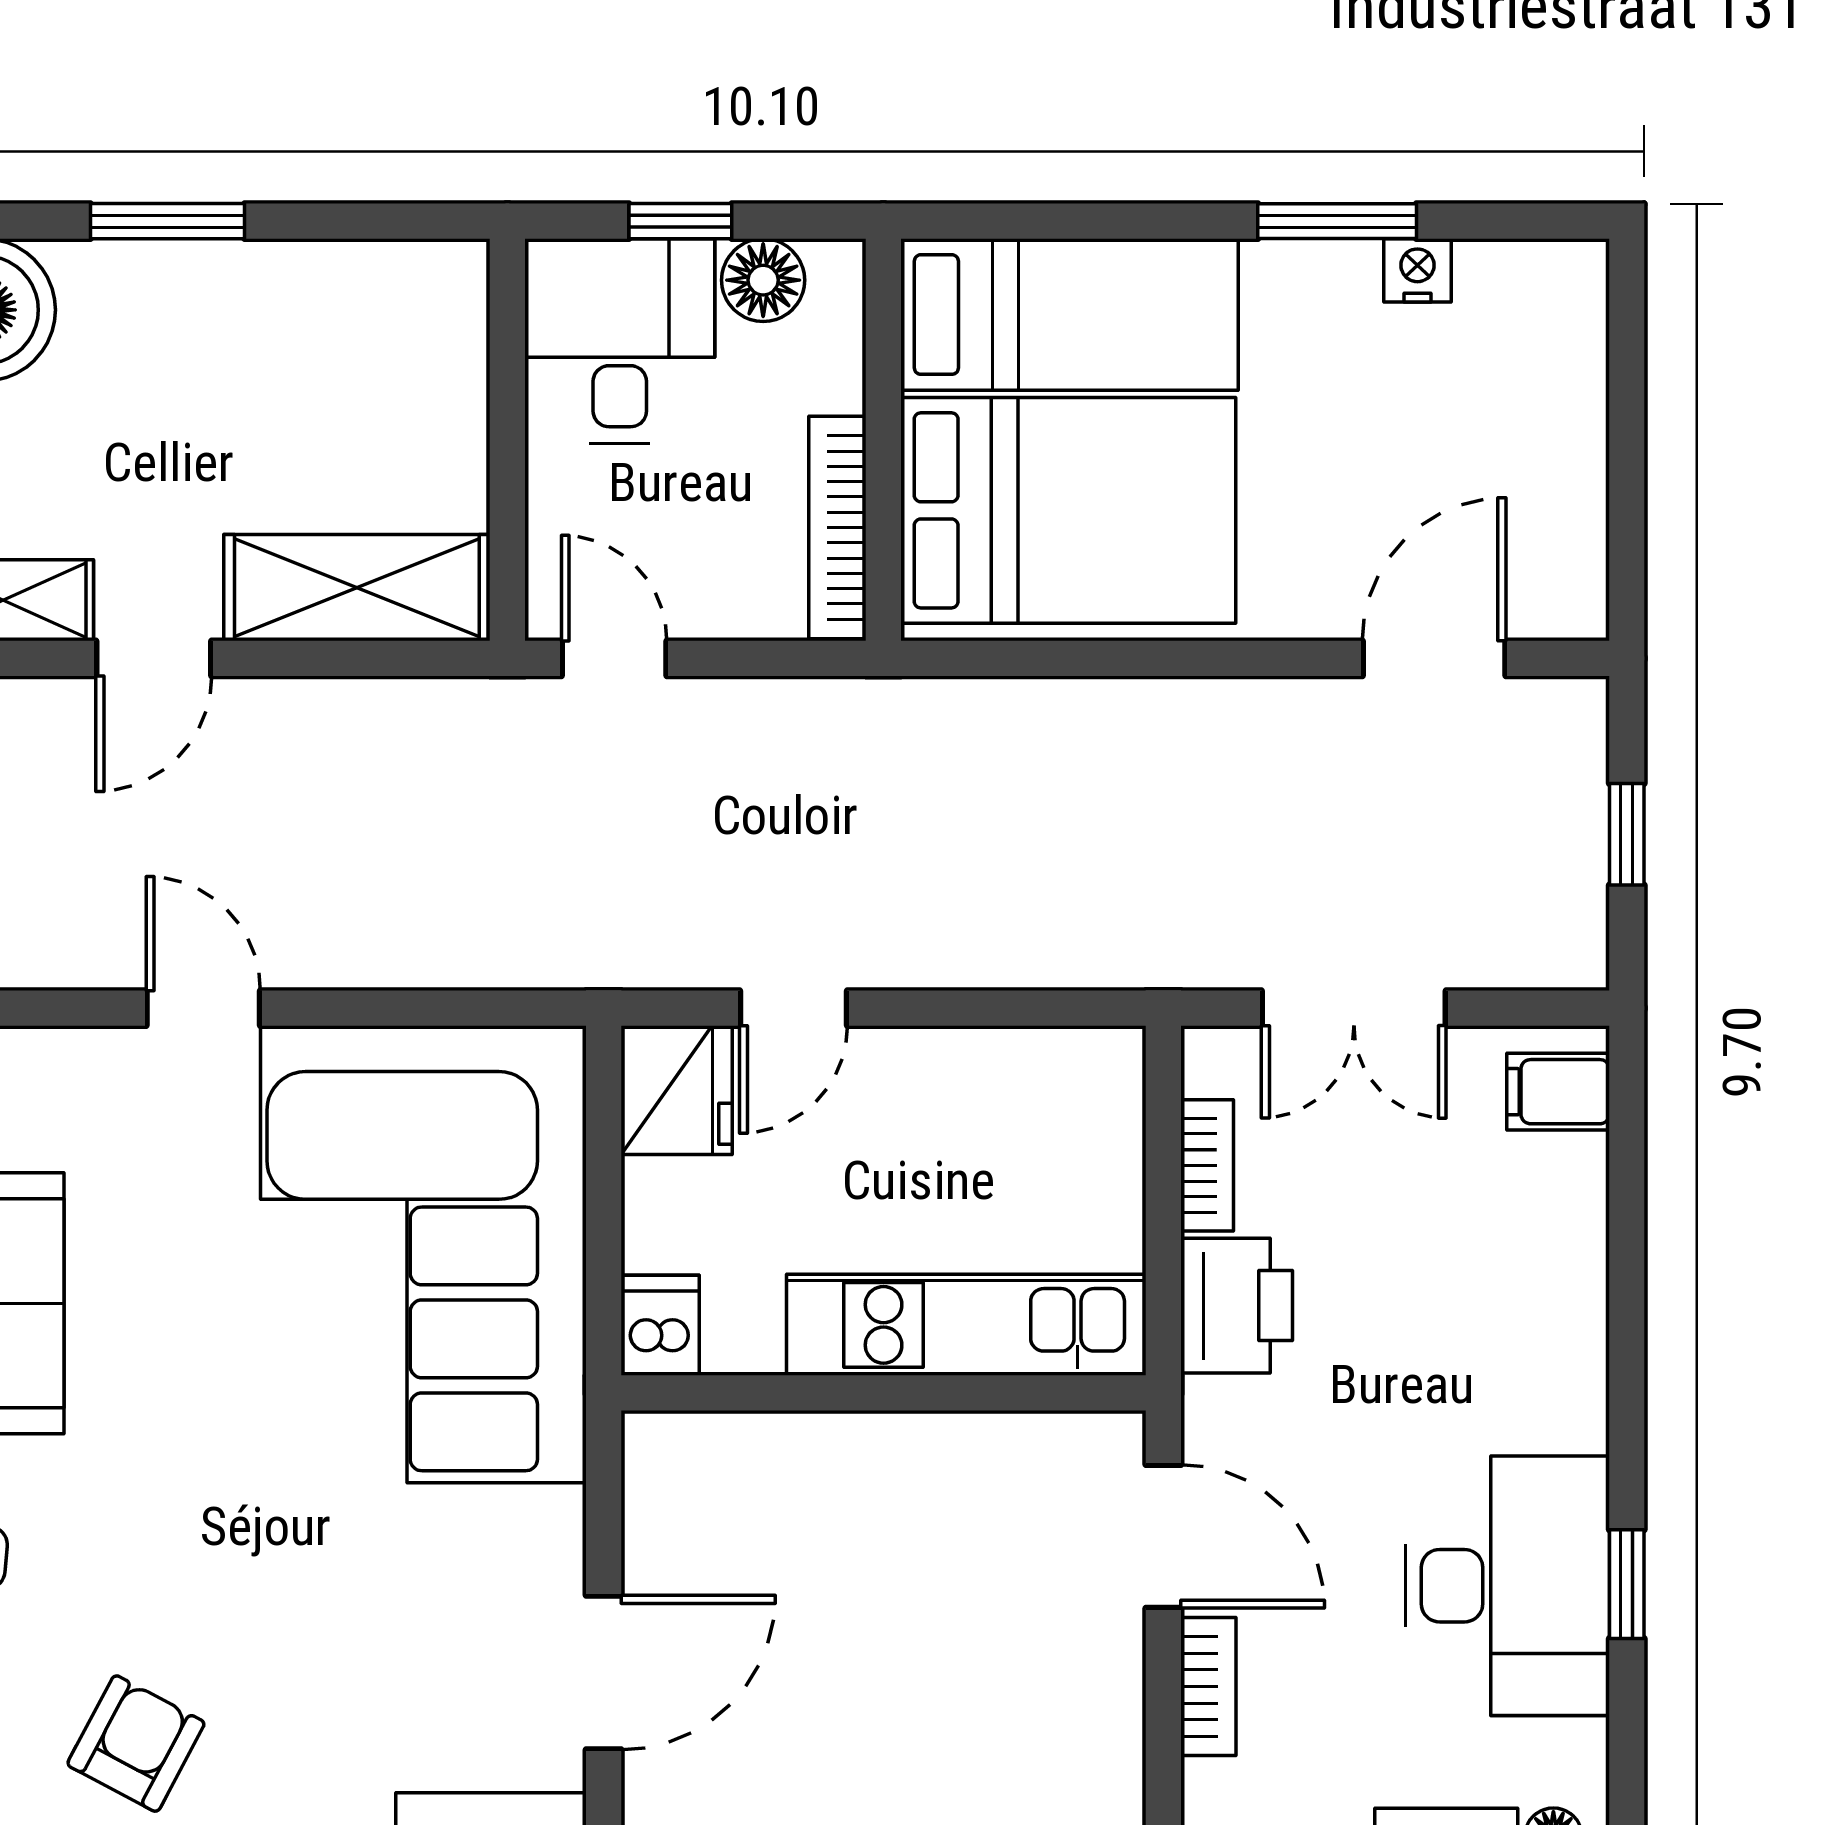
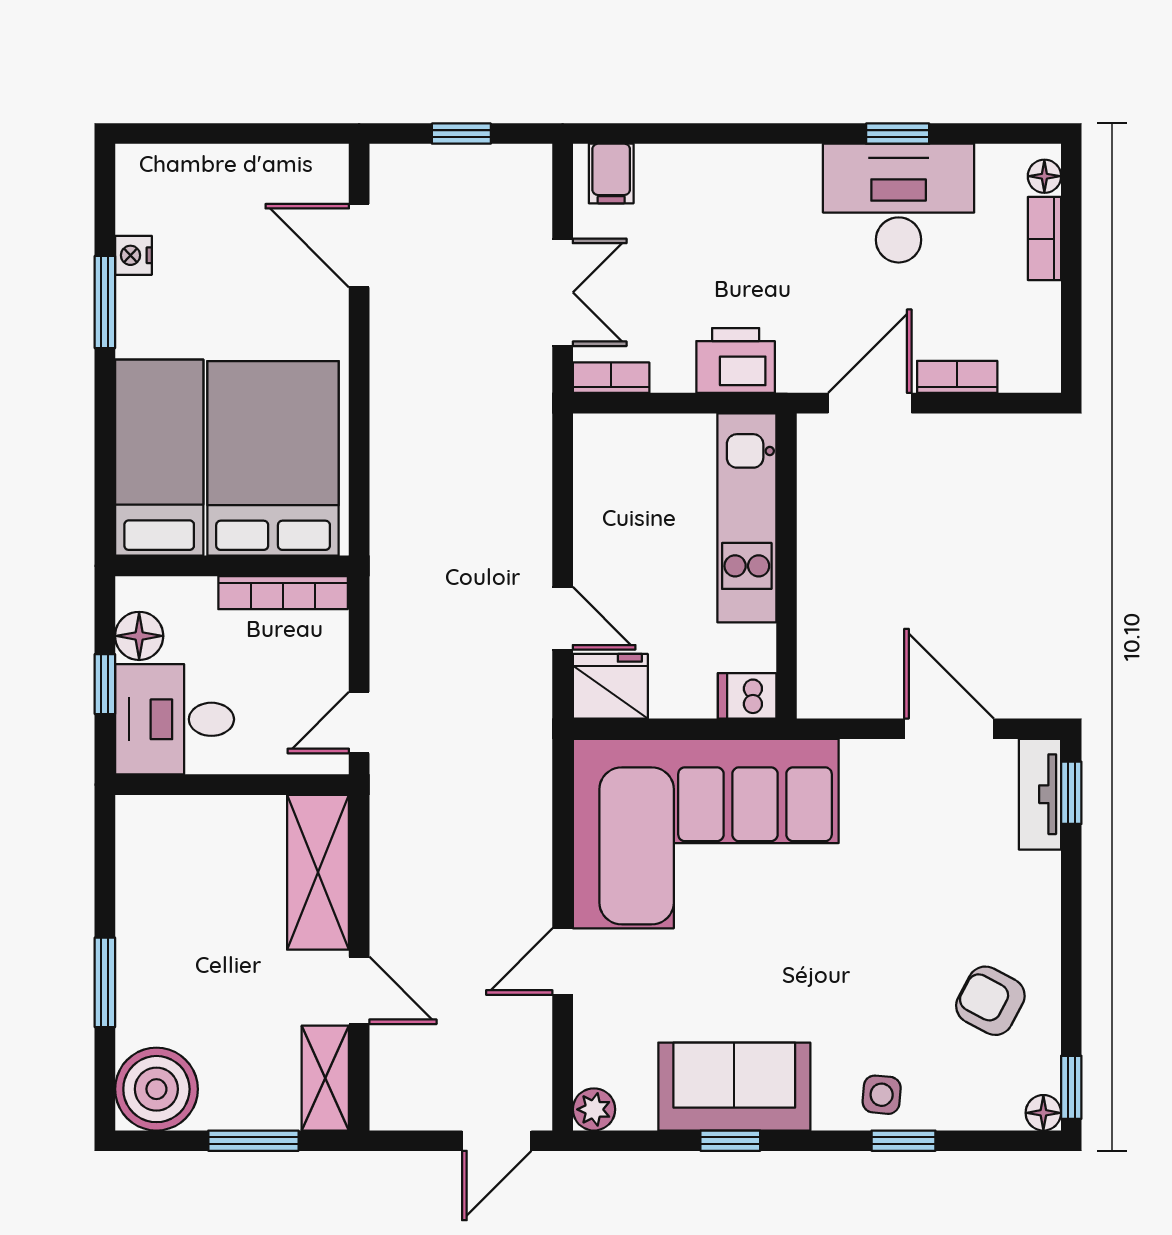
bookcase: (1207, 1165) -> (611, 378), moved

